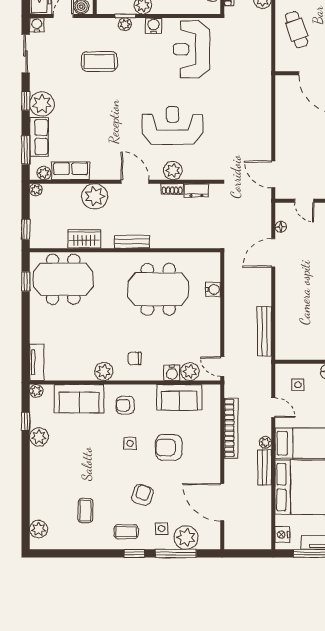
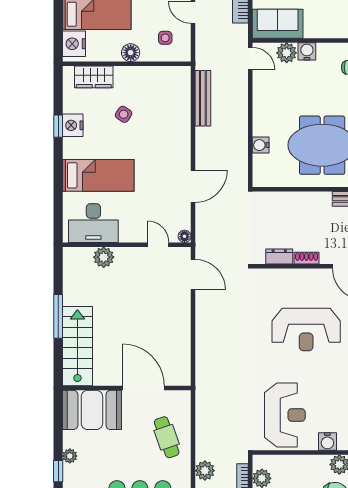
plant: (173, 171) -> (306, 279), removed
floor lamp: (281, 227) -> (184, 236), moved
sofa: (179, 397) -> (278, 24), moved

